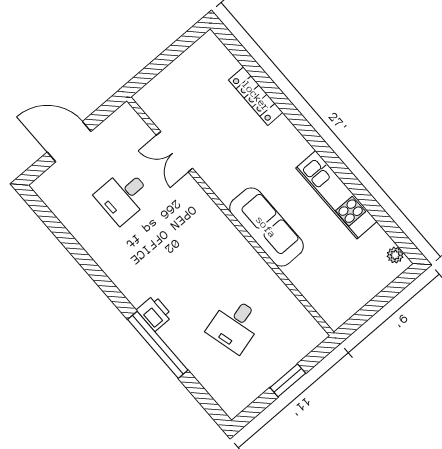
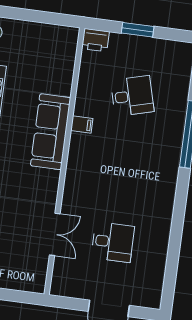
filing cabinet: (249, 259) -> (82, 125), added
printer: (154, 313) -> (96, 40), moved, turned -90

